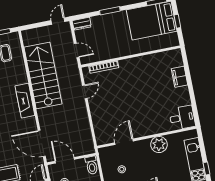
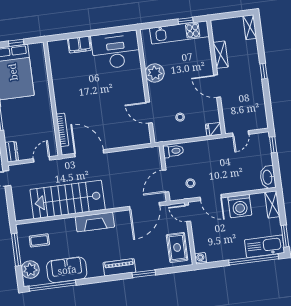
door: (85, 92) -> (89, 153), width x1.87
desk: (182, 118) -> (116, 50), width x1.87, depth x1.30

